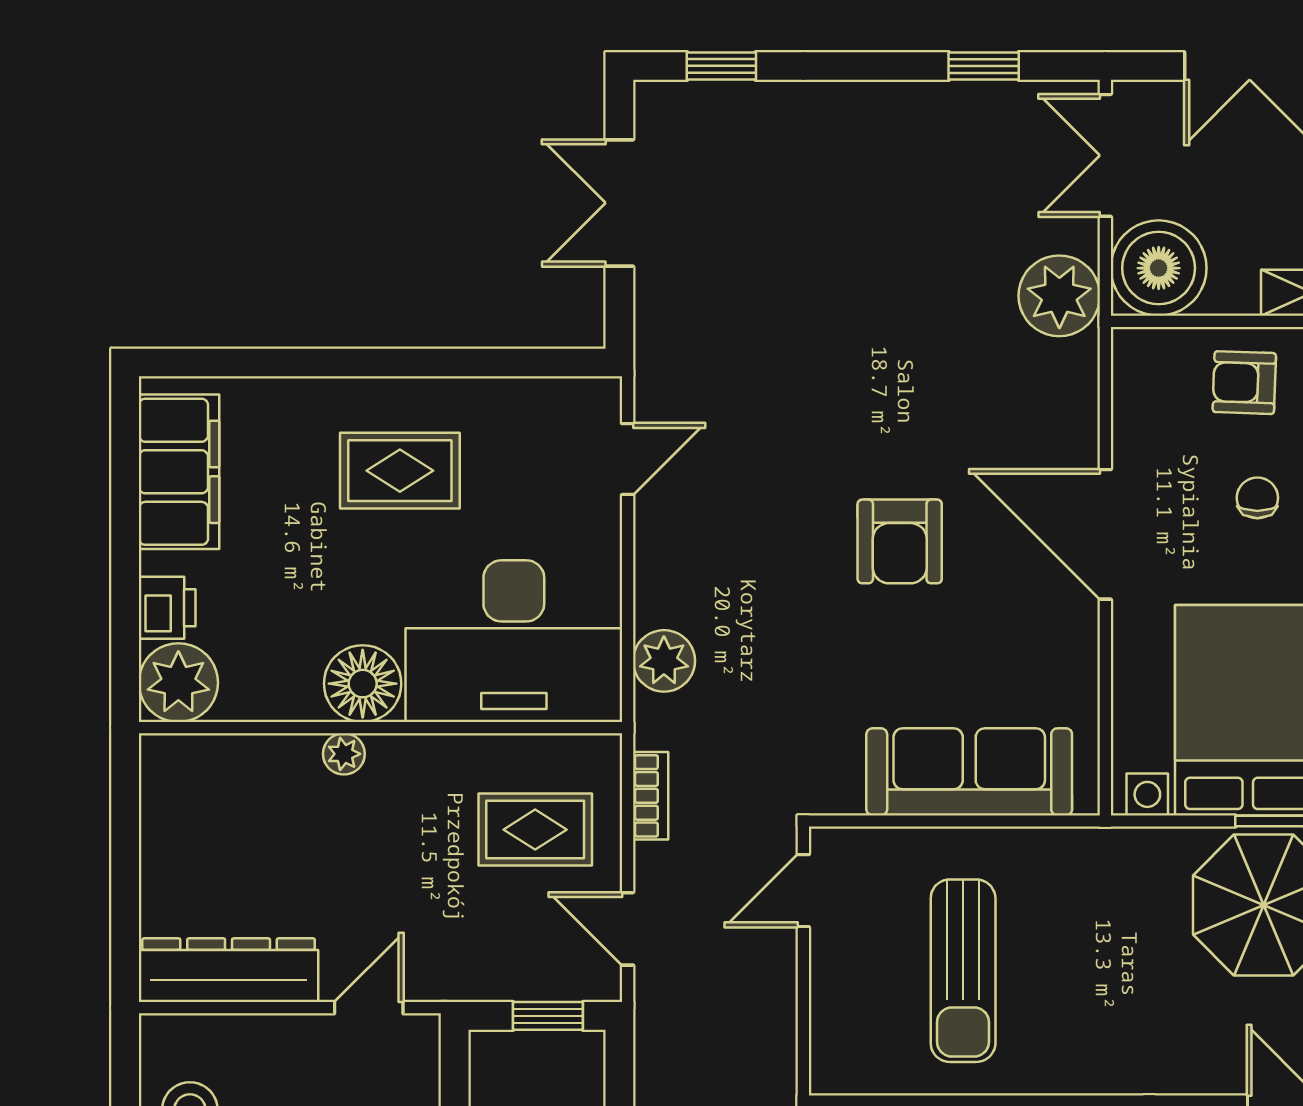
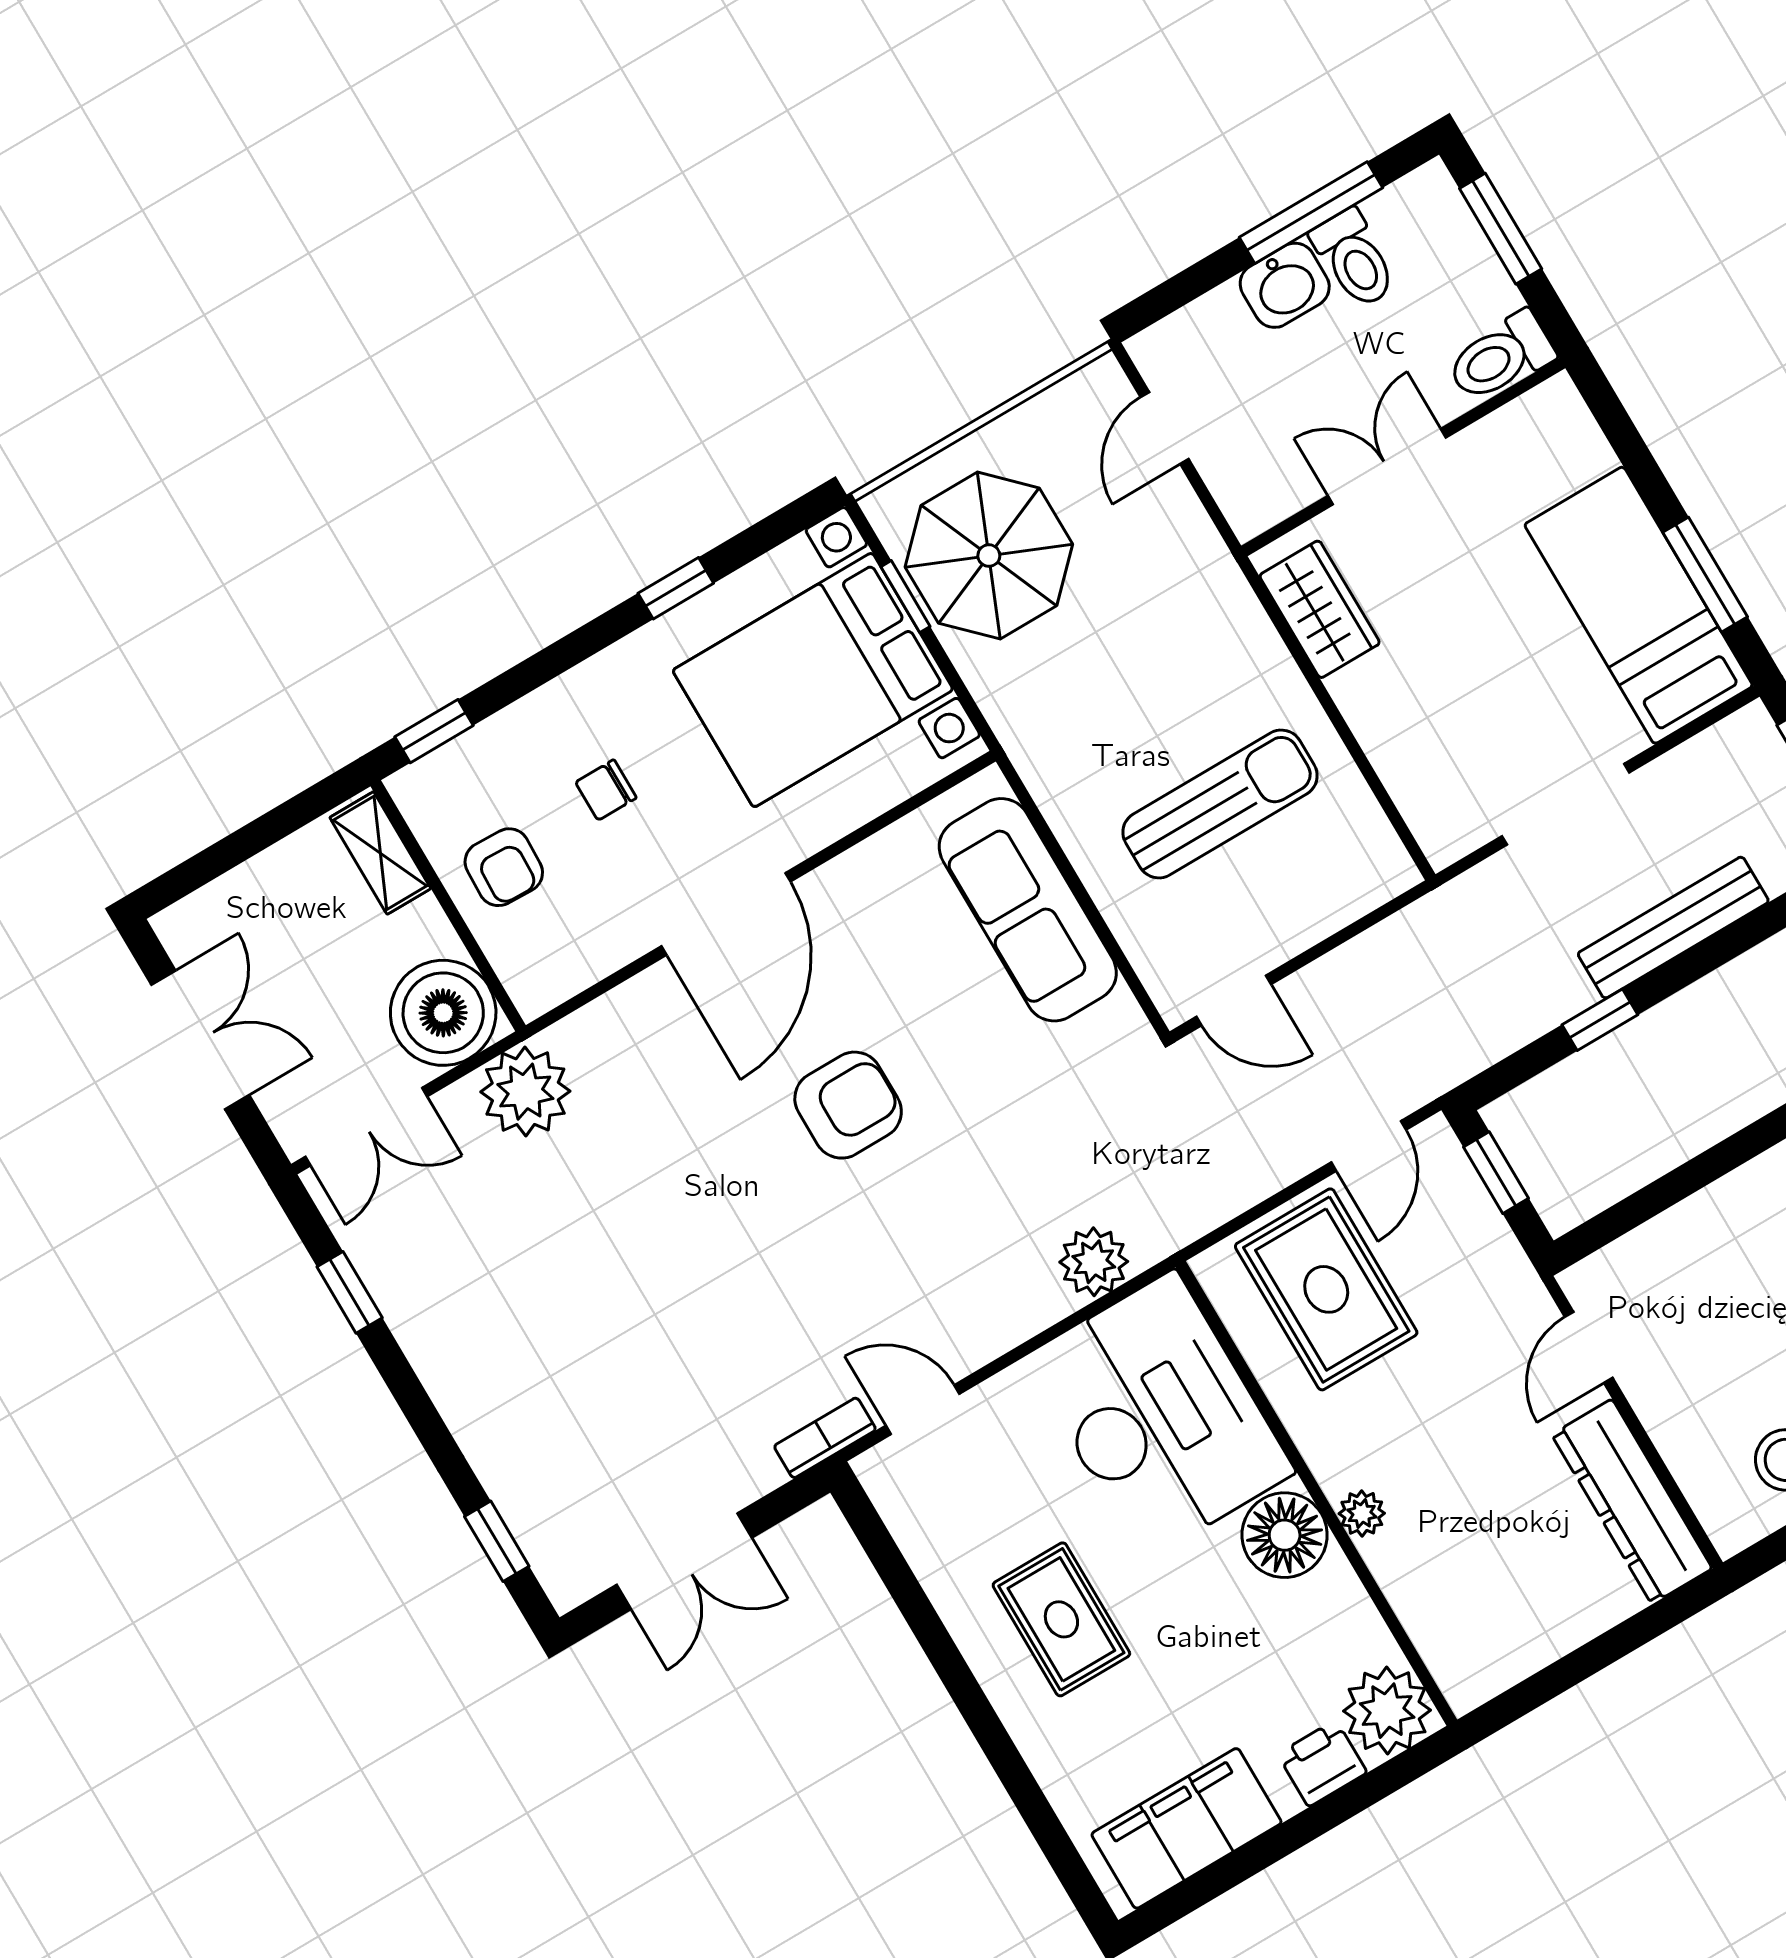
bookcase: (651, 796) -> (825, 1438), moved
rug: (535, 830) -> (1326, 1289), width x1.36, depth x1.43
door: (369, 1008) -> (1589, 1347), hinge flipped

